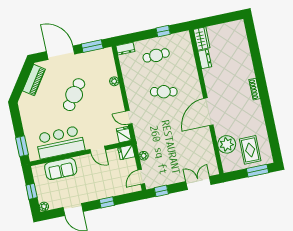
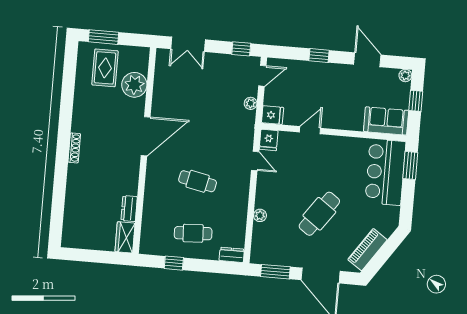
bar counter: (60, 142) -> (385, 172), moved, turned 90
door: (98, 150) -> (310, 130), hinge flipped
sofa: (61, 169) -> (386, 121), moved

